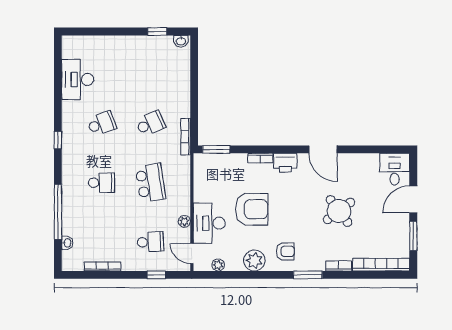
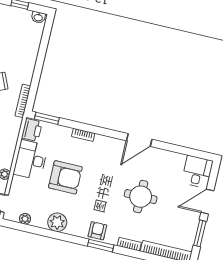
door: (323, 149) -> (139, 140), hinge flipped
printer: (285, 163) -> (32, 130), moved, turned -90
round table: (339, 211) -> (141, 197), turned 37
desk: (209, 223) -> (31, 160), moved
armchair: (285, 251) -> (97, 231), moved, turned -90

